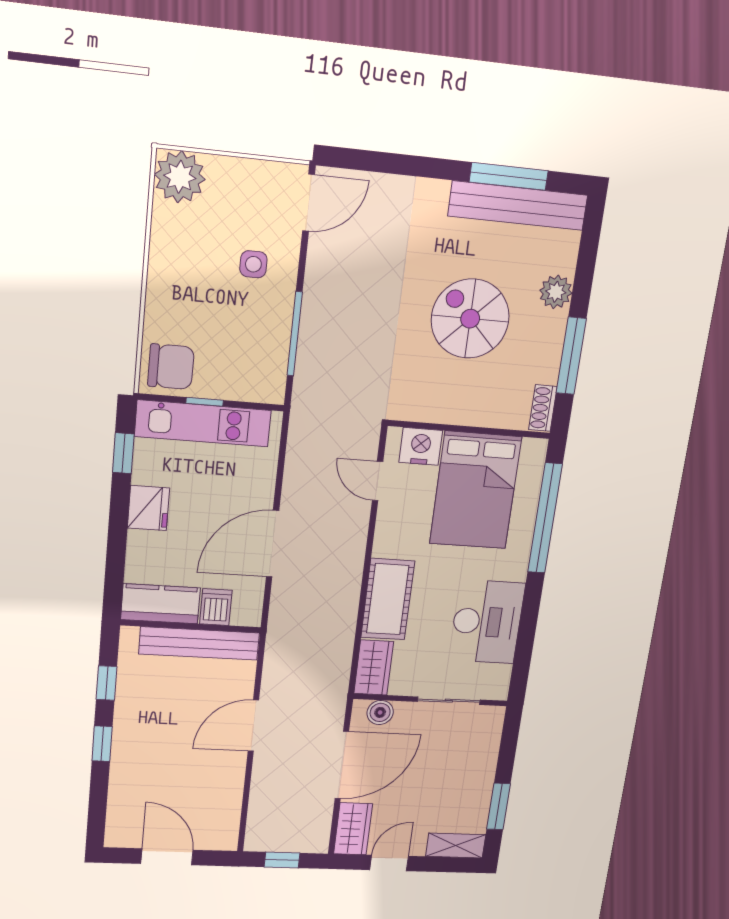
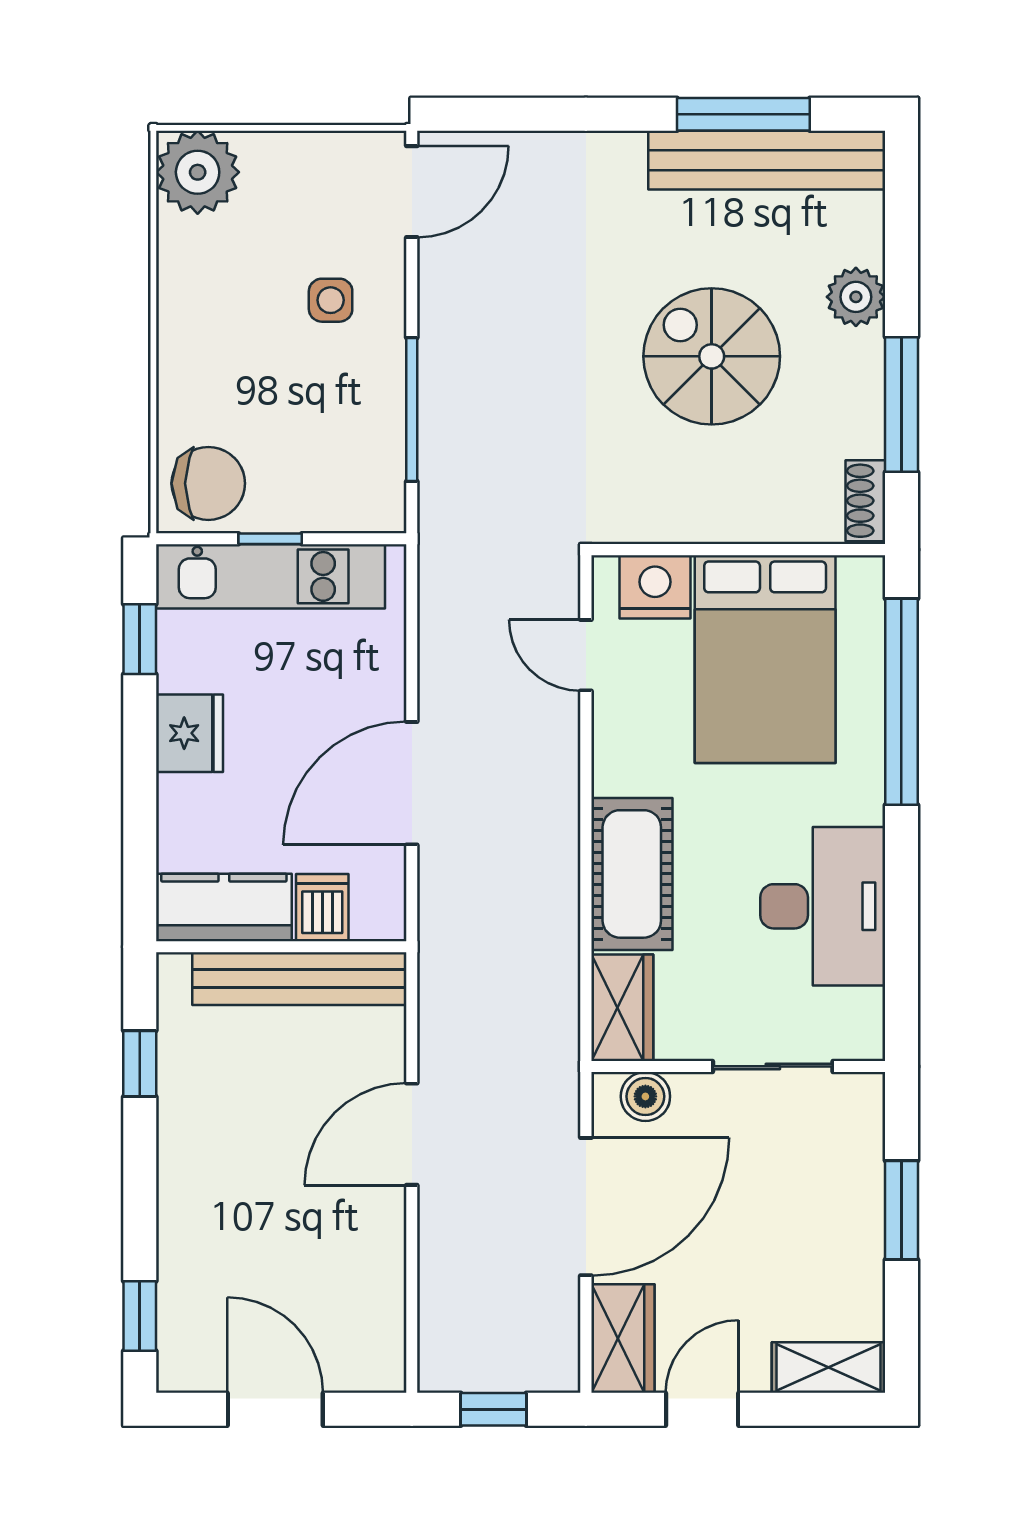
window: (102, 744) -> (140, 1316), moved
window: (499, 806) -> (901, 1210), moved

